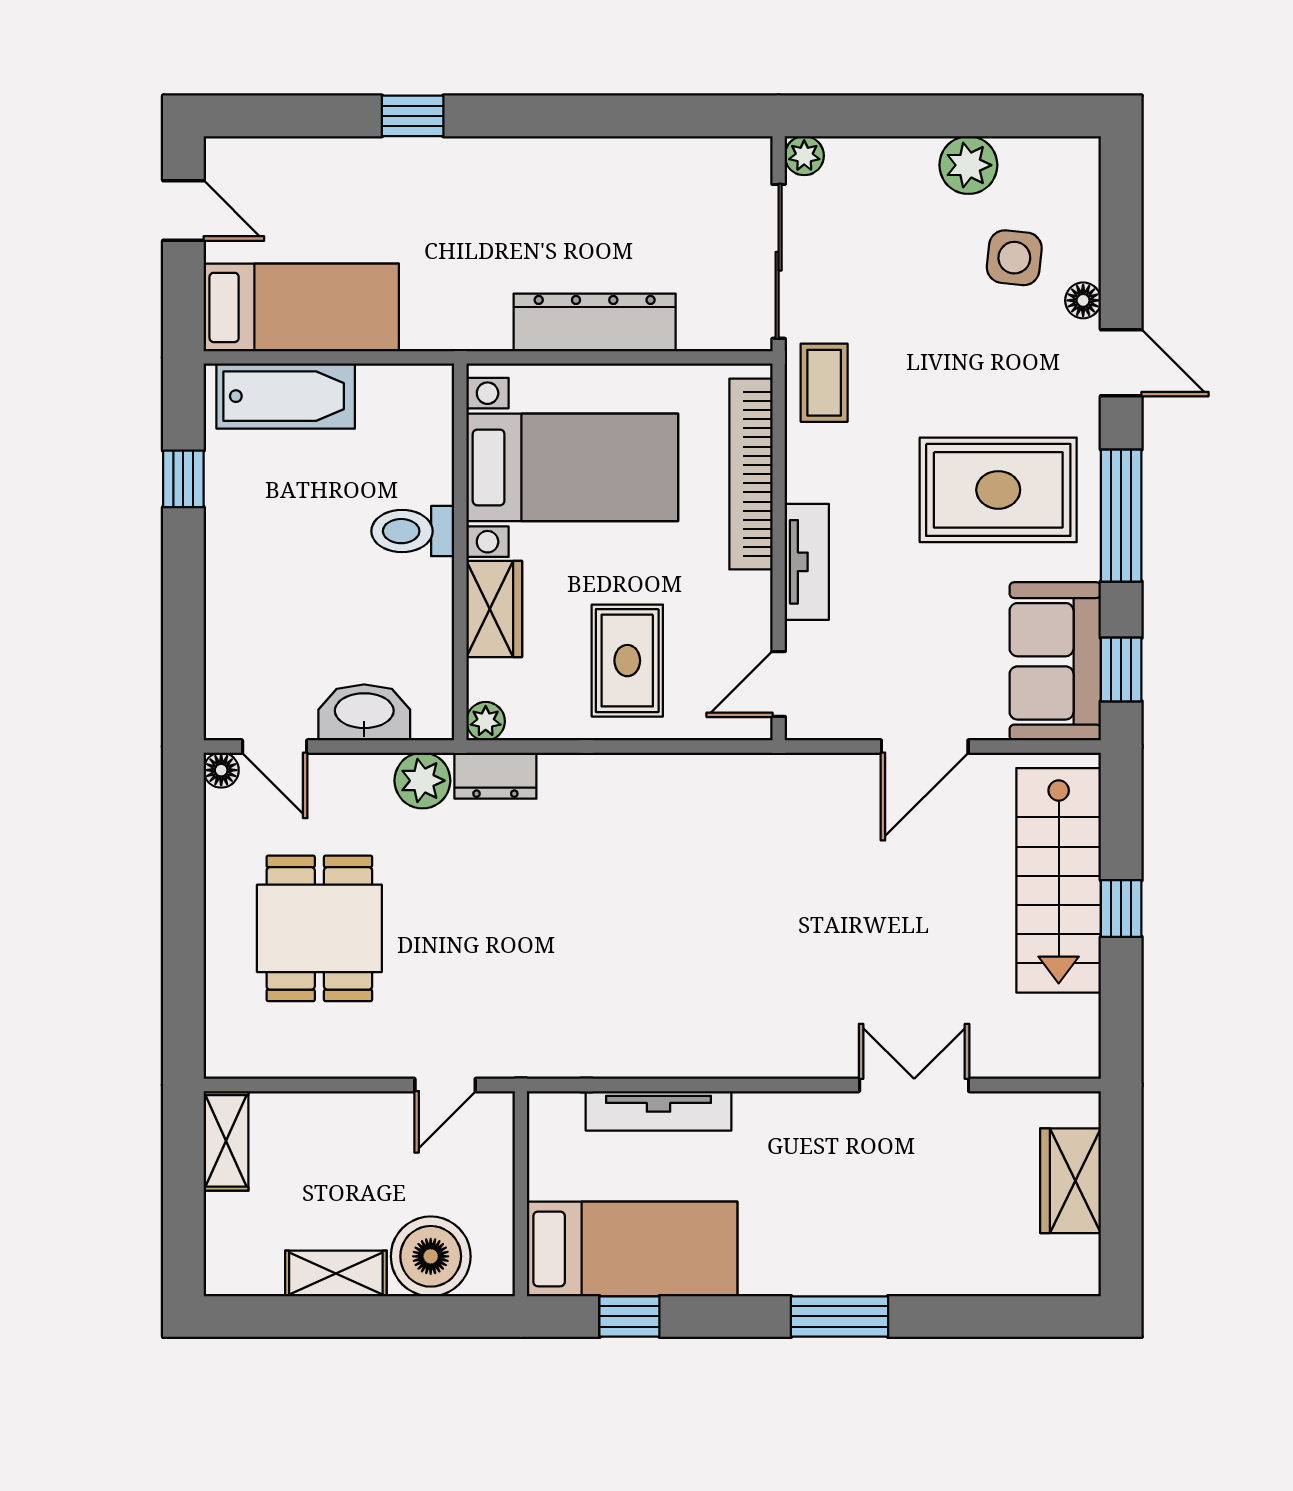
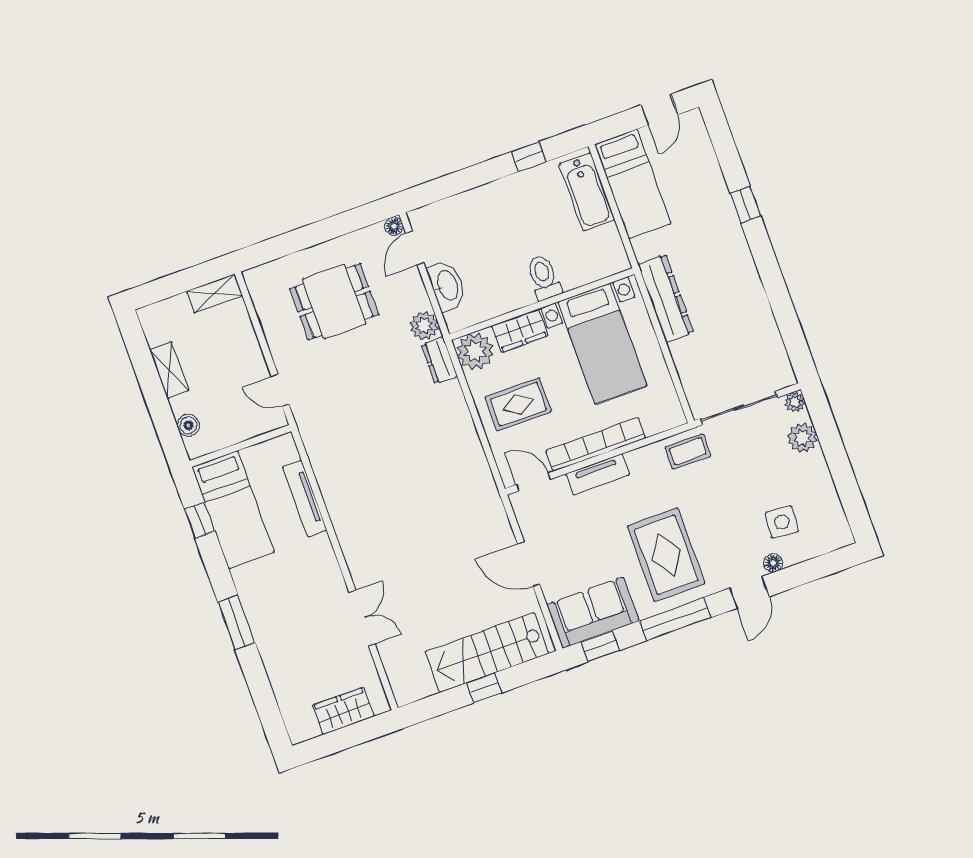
plant: (968, 165) -> (802, 438), moved
dresser: (595, 322) -> (666, 298), moved
bookcase: (751, 474) -> (596, 444), moved
plant: (486, 721) -> (475, 351), width x1.88, depth x1.88
boiler: (431, 1256) -> (188, 425), width x0.54, depth x0.54

